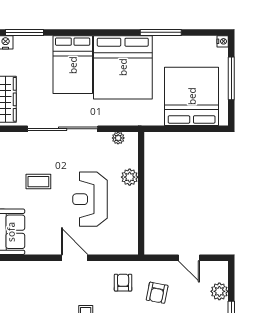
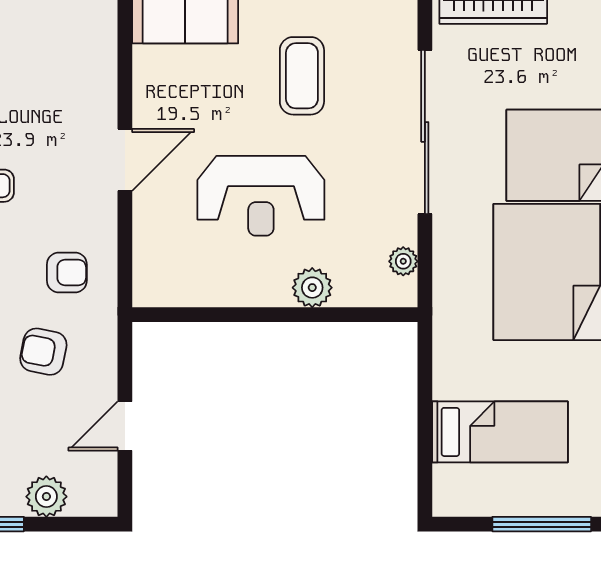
bed: (192, 96) -> (500, 432), width x0.49
coffee table: (38, 182) -> (302, 76), width x1.36, depth x1.30
reception desk: (90, 199) -> (261, 196), turned 180

